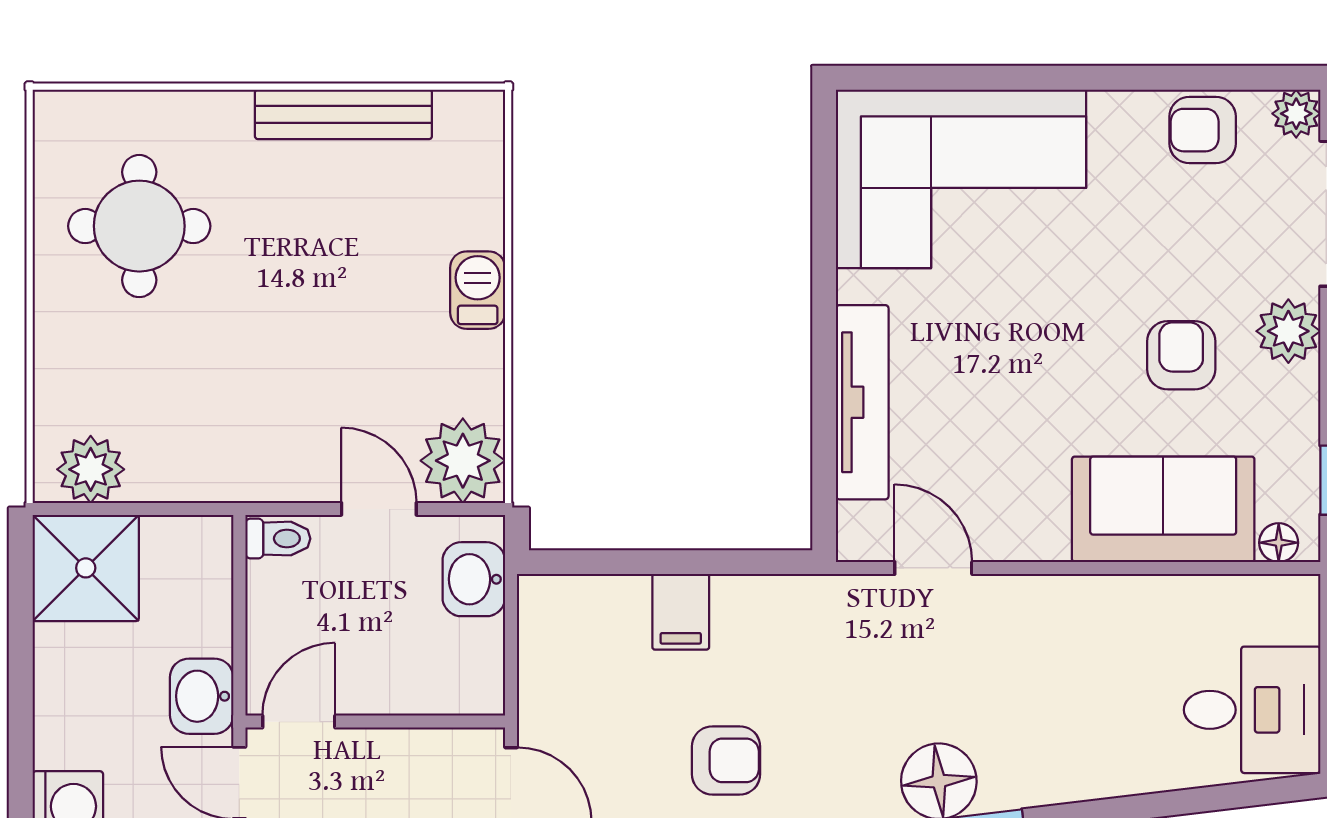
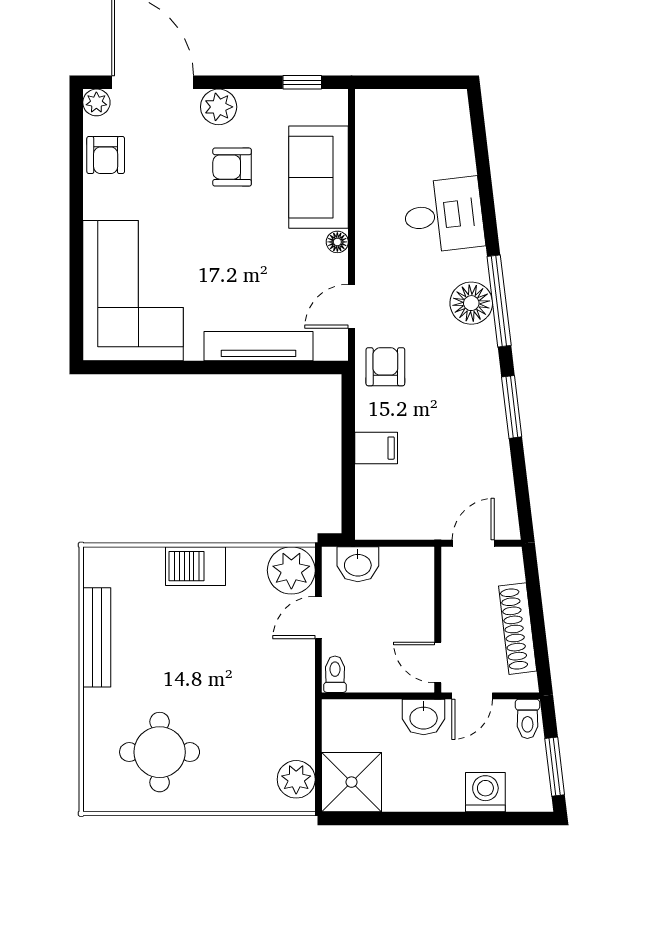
barbecue: (478, 290) -> (196, 566), width x1.38, depth x1.27
floor lamp: (1279, 543) -> (337, 242), moved
desk: (1252, 710) -> (444, 215), moved, turned 83
armchair: (726, 760) -> (385, 367), moved

